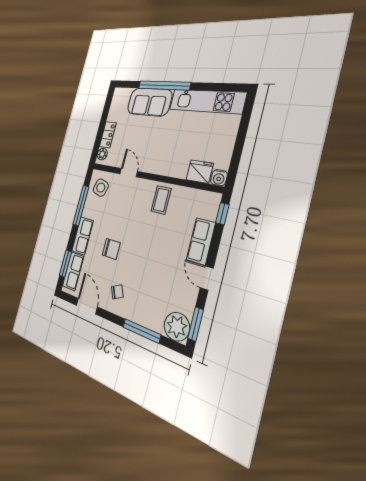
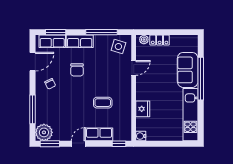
fridge: (200, 172) -> (143, 109), moved
coffee table: (161, 200) -> (103, 103), moved

